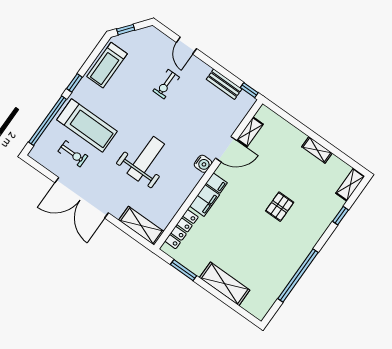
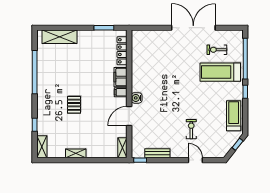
shelving: (250, 132) -> (122, 148), moved
weight bench: (146, 159) -> (172, 77), removed
shelving: (141, 226) -> (147, 36), removed
shelving: (225, 284) -> (60, 37), moved

